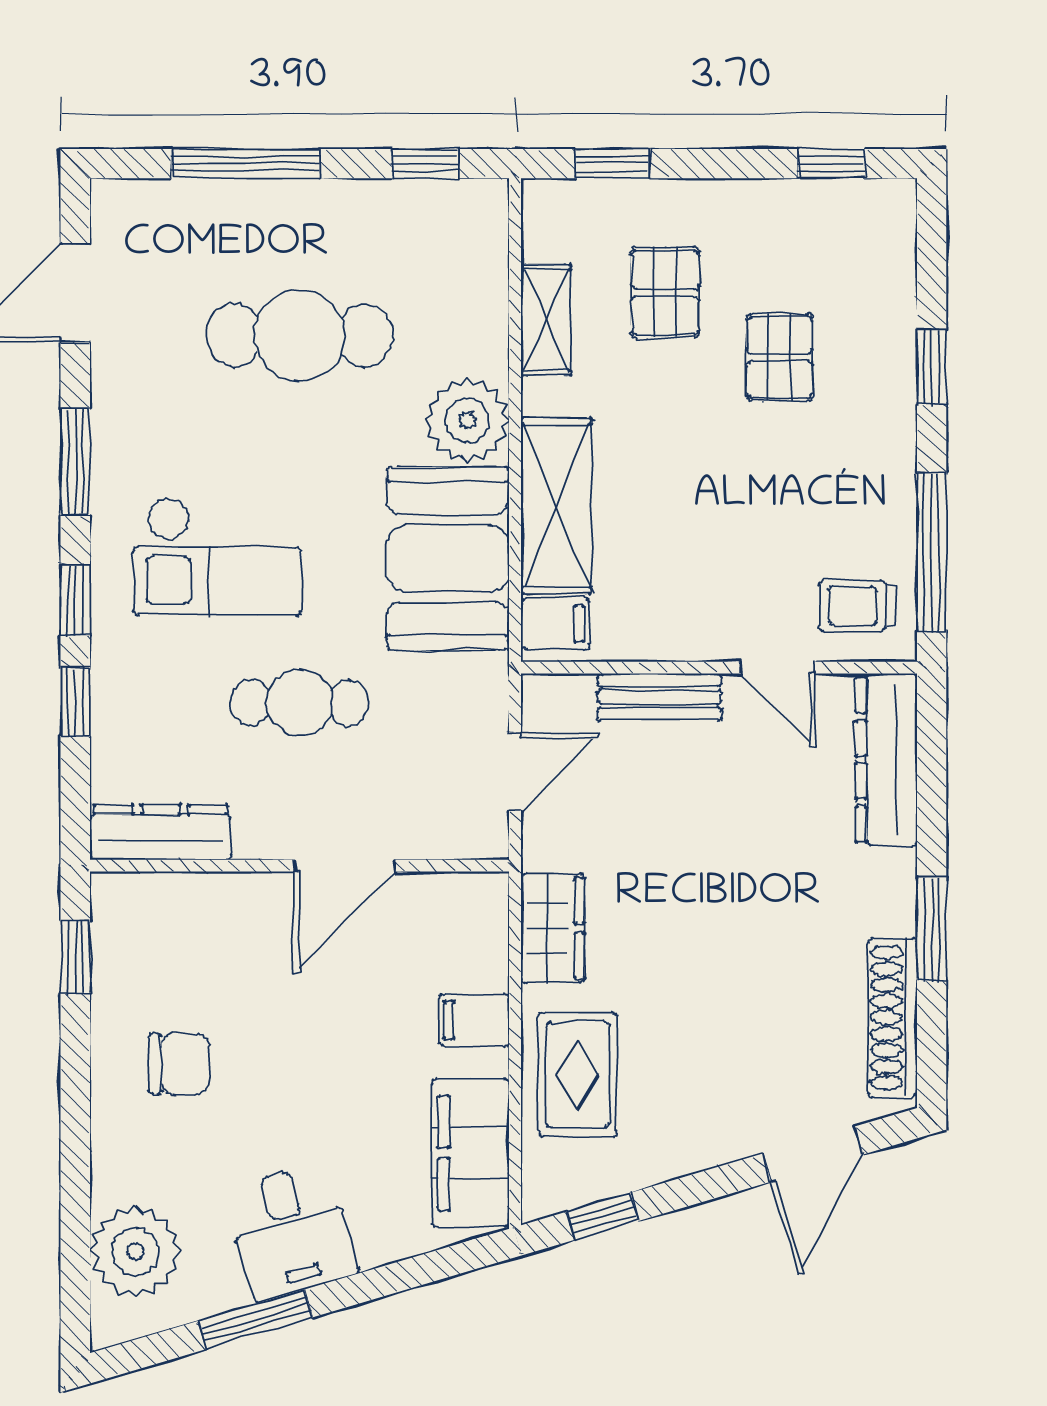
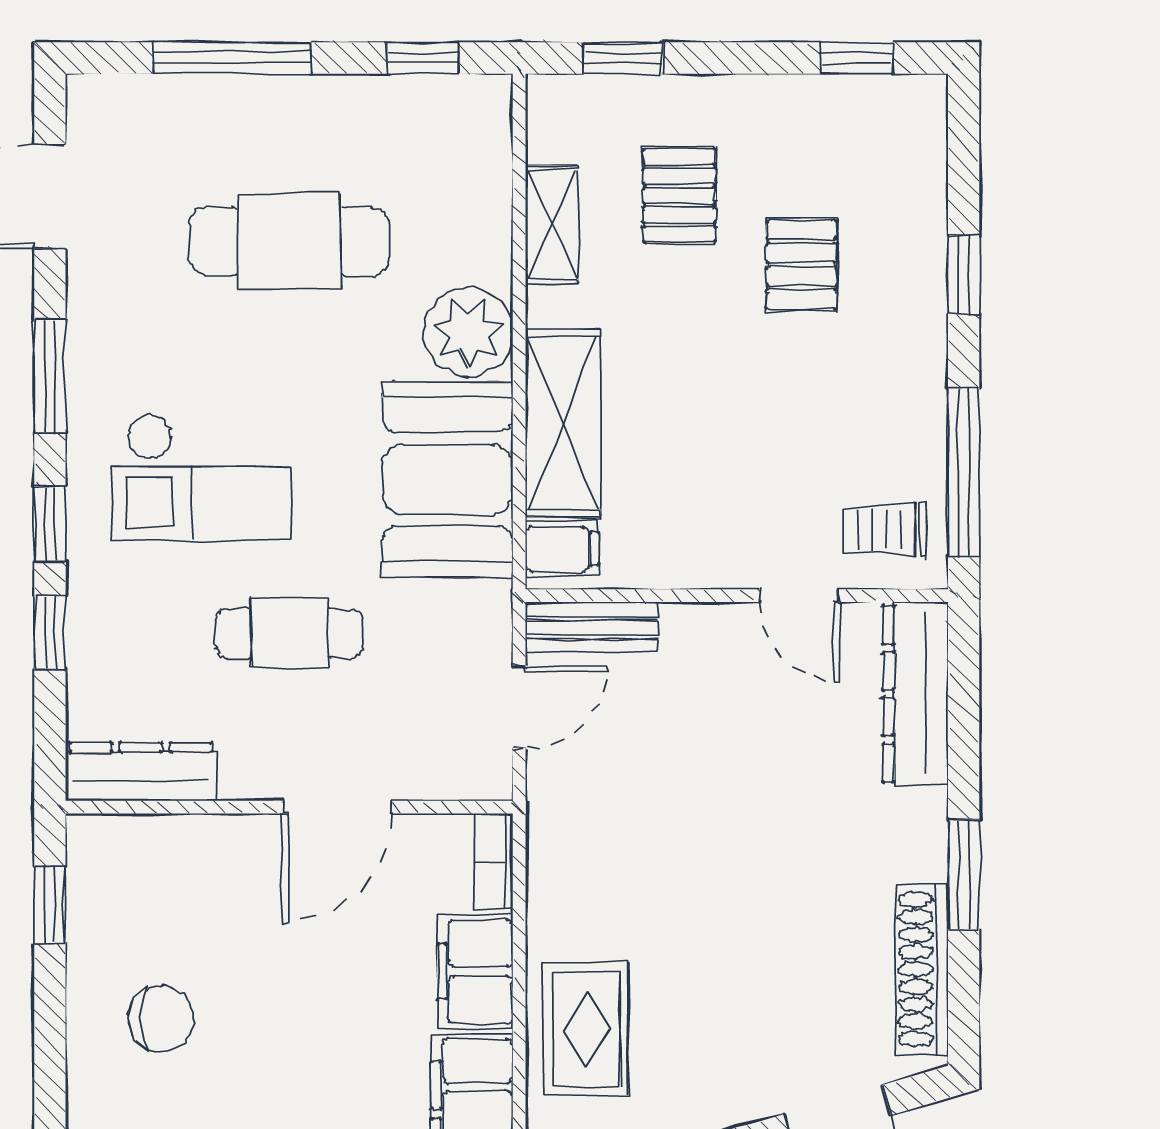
bench: (660, 697) -> (592, 627), moved
bookcase: (491, 917) -> (494, 862), added
wardrobe: (553, 928) -> (559, 874), removed
filing cabinet: (474, 1020) -> (475, 971), width x2.00

